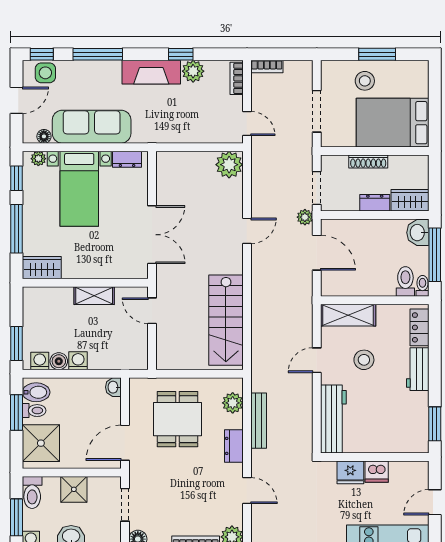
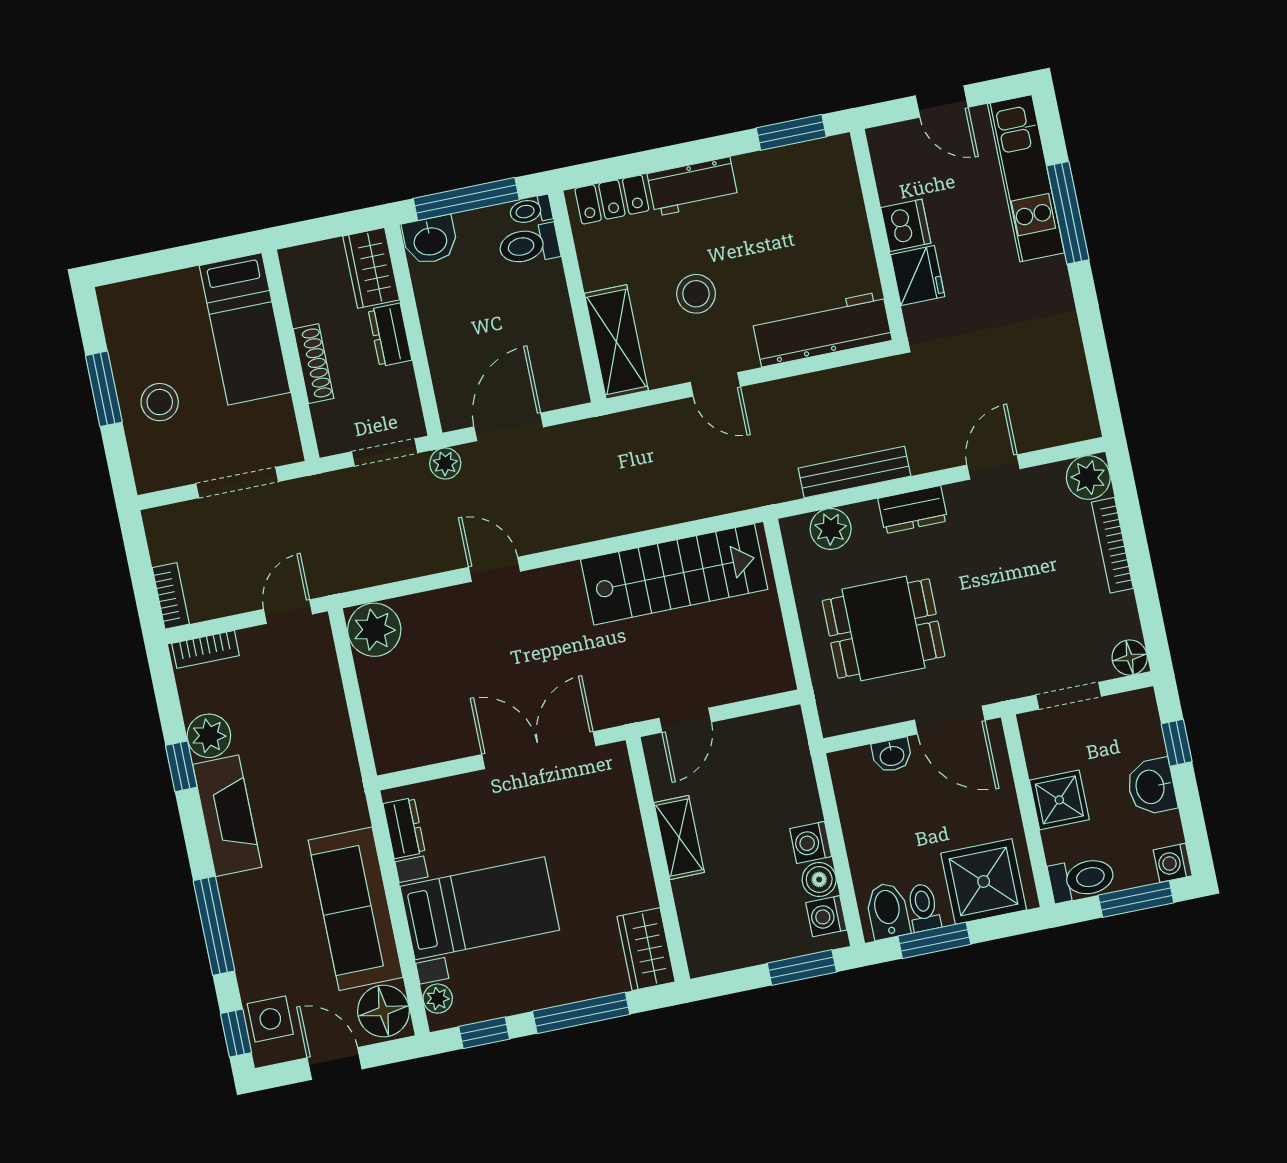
bed: (393, 123) -> (245, 329), width x0.67
floor lamp: (44, 136) -> (383, 1011), width x1.89, depth x1.89
washbasin: (113, 387) -> (892, 755), moved

